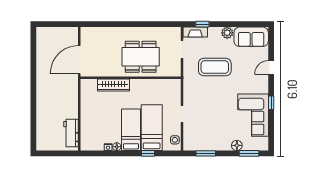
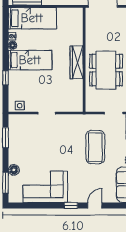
door: (271, 67) -> (95, 205), hinge flipped
wardrobe: (113, 85) -> (77, 62), moved
window: (271, 103) -> (71, 205), moved
bed: (152, 128) -> (32, 18), moved

